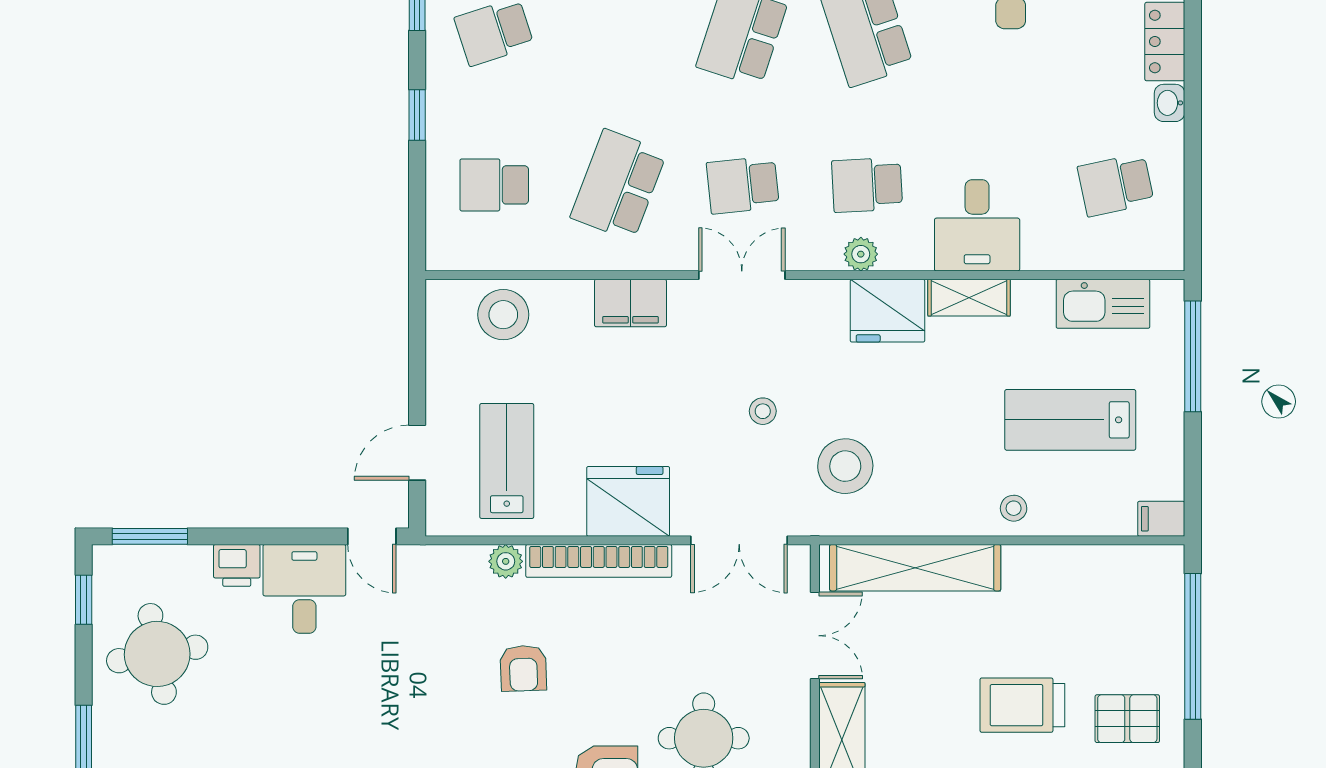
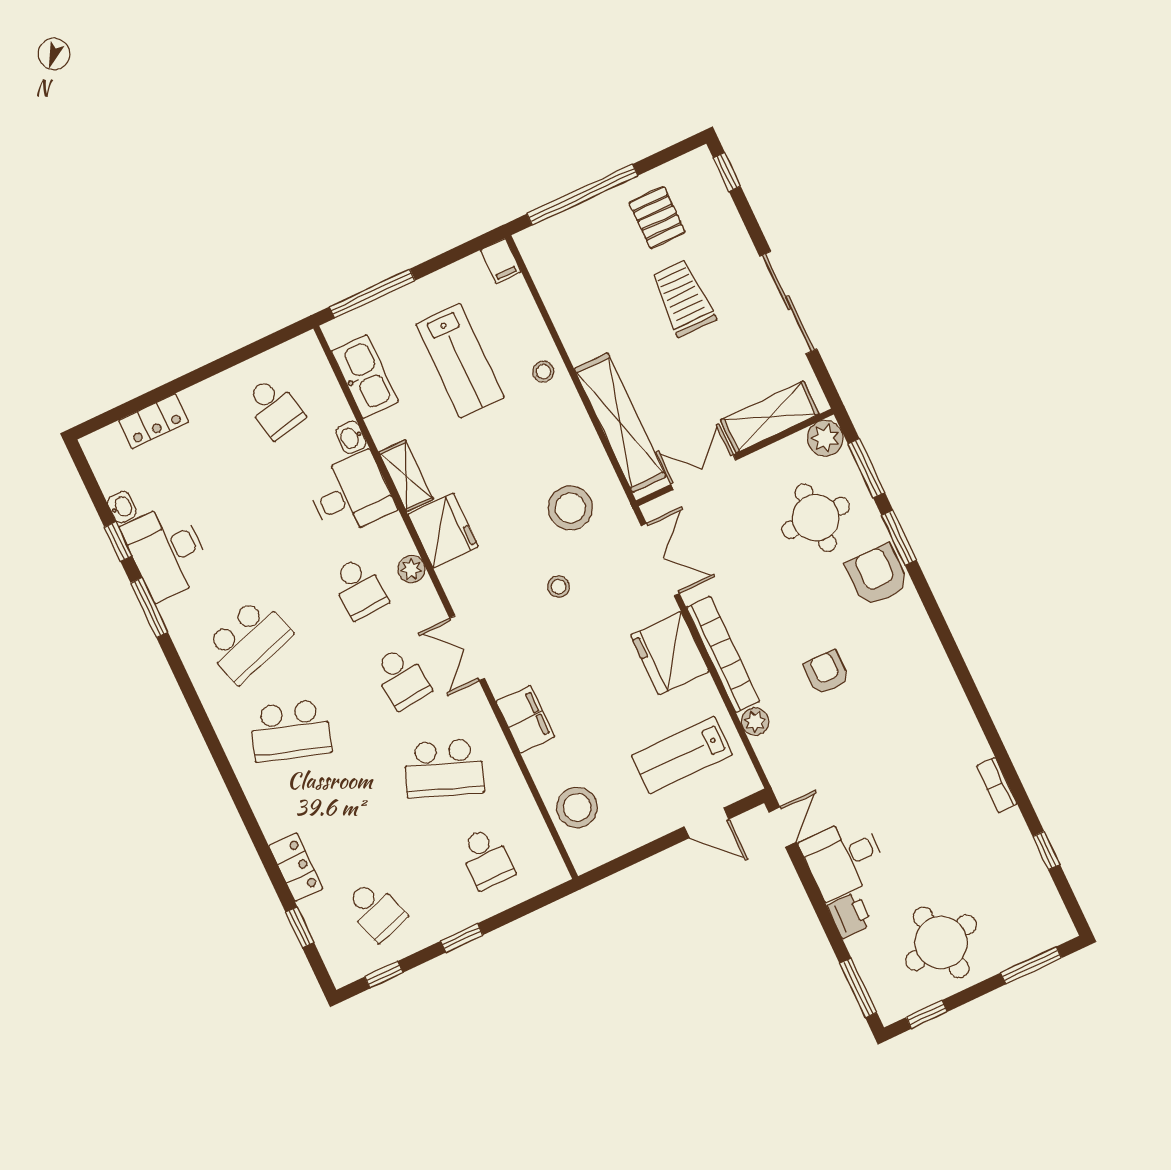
washbasin: (1170, 103) -> (351, 437), moved, turned 90
armchair: (523, 668) -> (827, 672), turned -88
trolley: (1022, 705) -> (683, 298), turned 180

